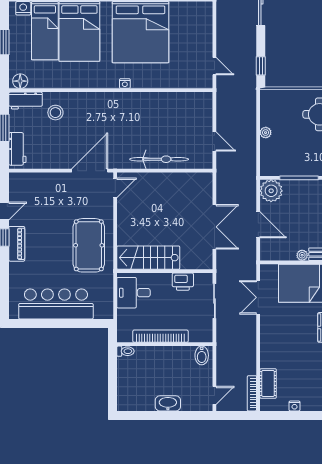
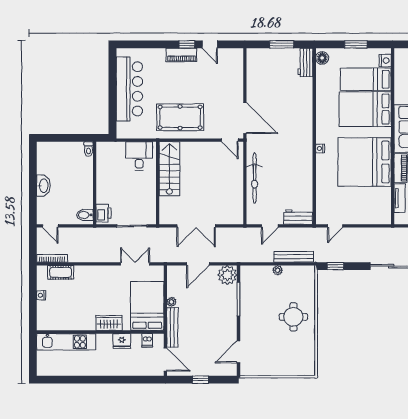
stool: (55, 113) -> (295, 88), removed
bench: (250, 114) -> (294, 257), added
workbench: (17, 149) -> (298, 217), moved, turned 180
printer: (183, 282) -> (104, 213), moved, turned 180
bookcase: (160, 336) -> (101, 179), removed

